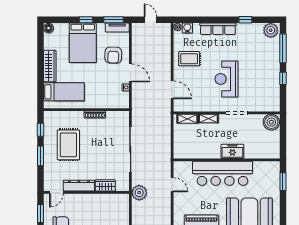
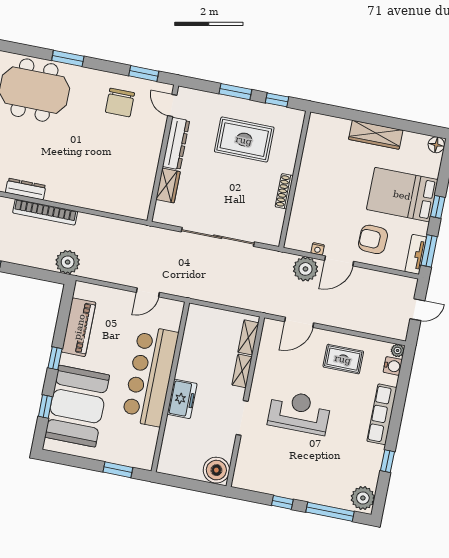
rug: (189, 59) -> (343, 359), turned 90
bed: (64, 92) -> (330, 149), removed
plant: (139, 193) -> (305, 269), moved

